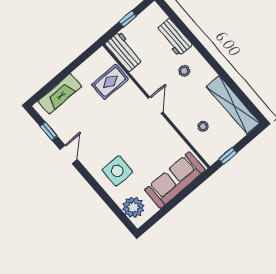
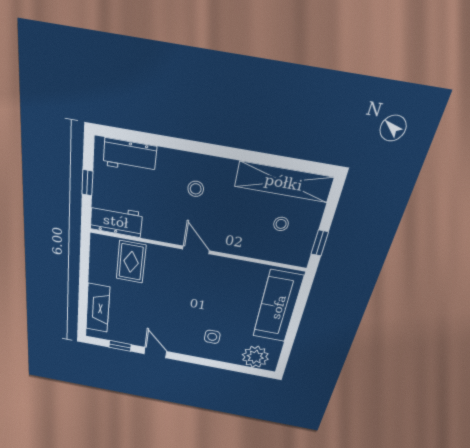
workbench: (174, 37) -> (130, 156), moved
stool: (203, 126) -> (281, 224), moved
side table: (117, 171) -> (212, 337), width x0.54, depth x0.54

